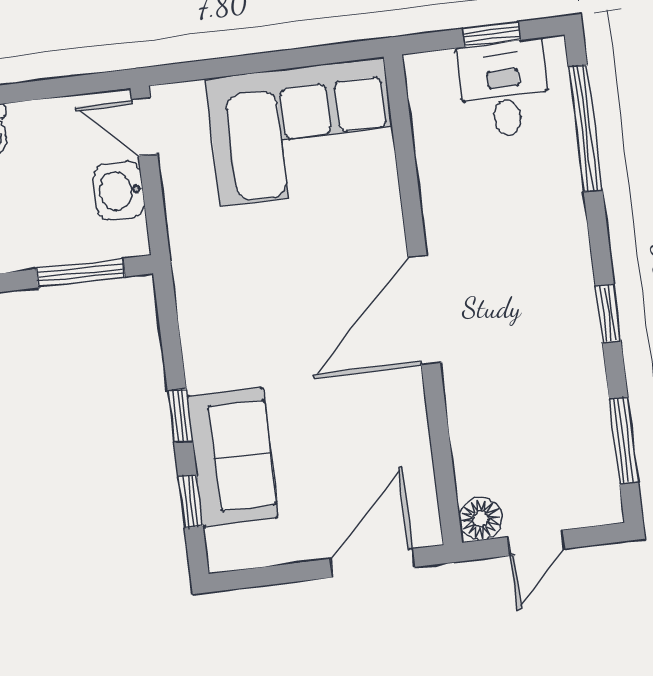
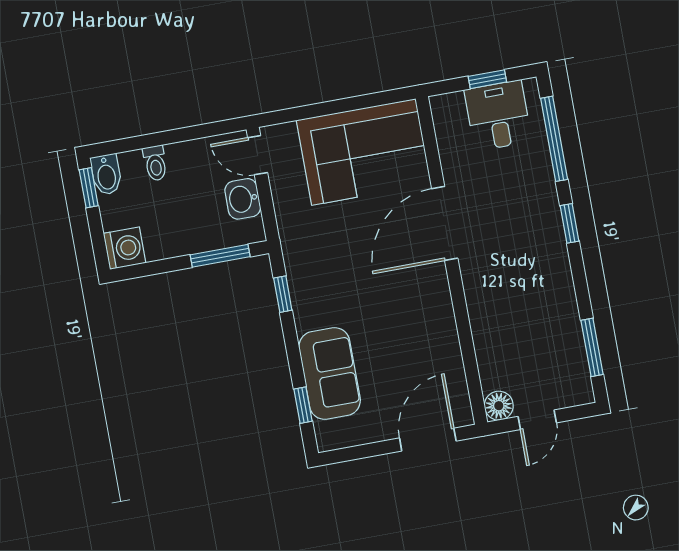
door: (424, 310) -> (445, 223), moved
window: (608, 313) -> (570, 223), moved
window: (180, 416) -> (283, 294), moved

